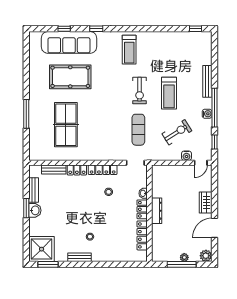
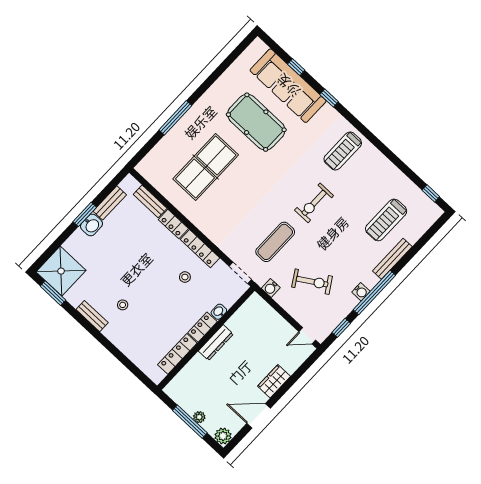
treadmill: (169, 93) -> (386, 220), moved
water cooler: (186, 156) -> (271, 288), moved

